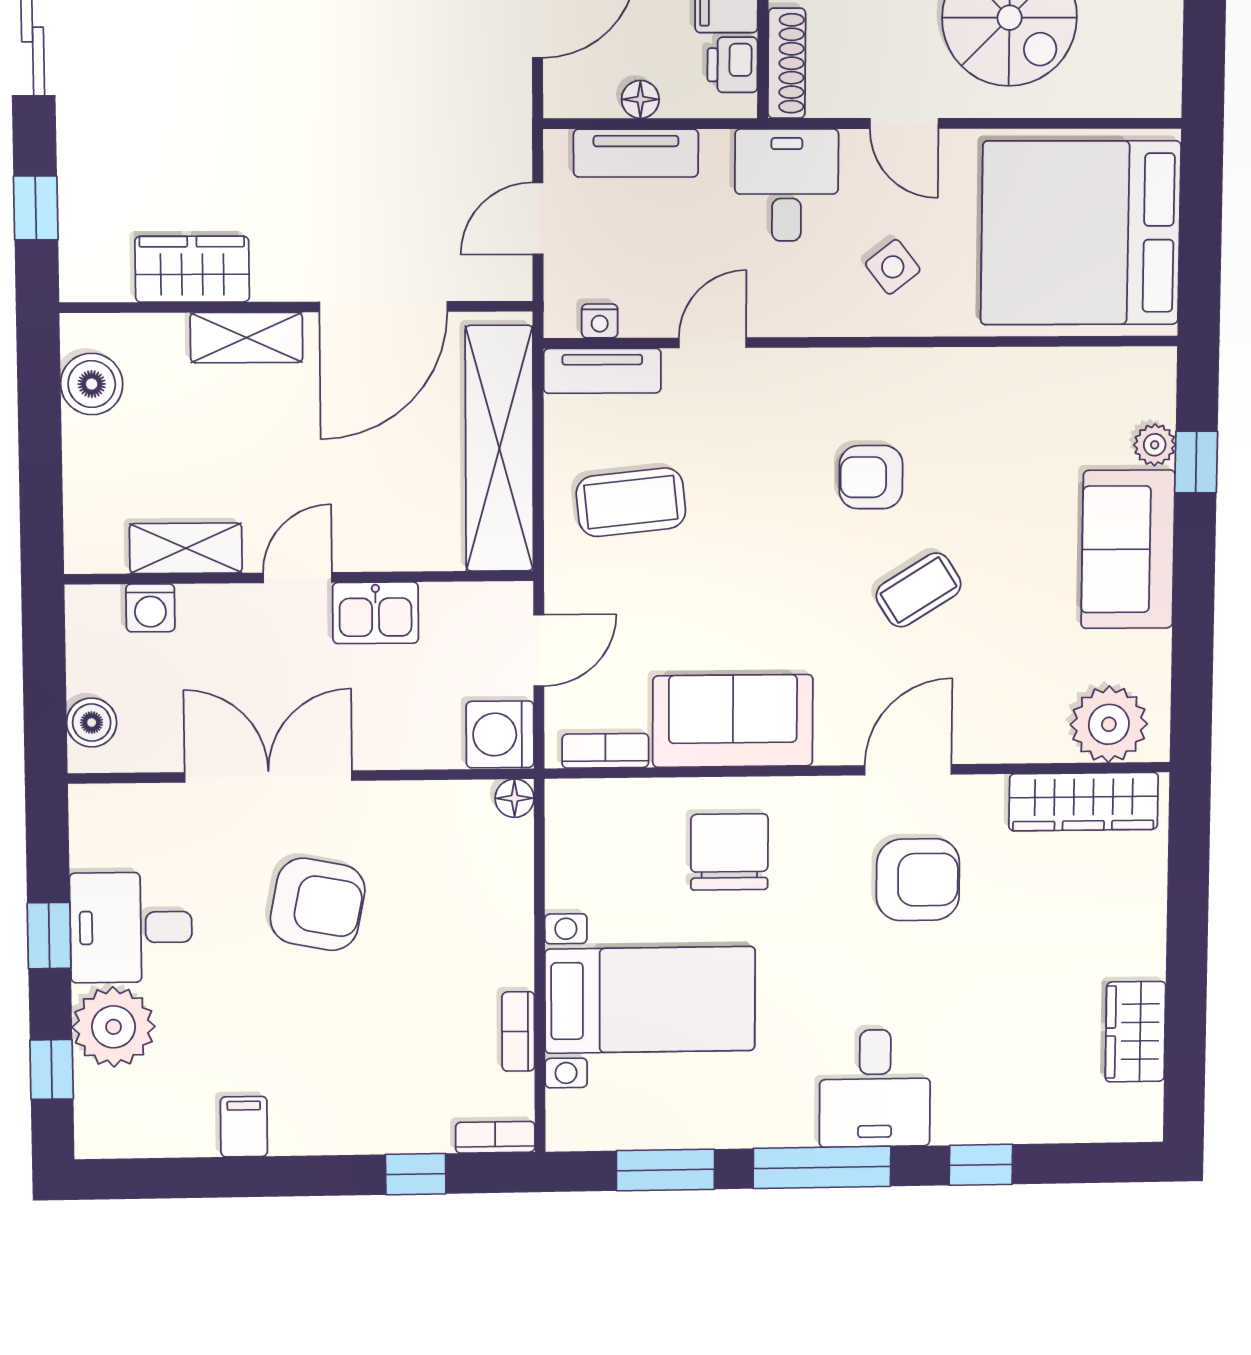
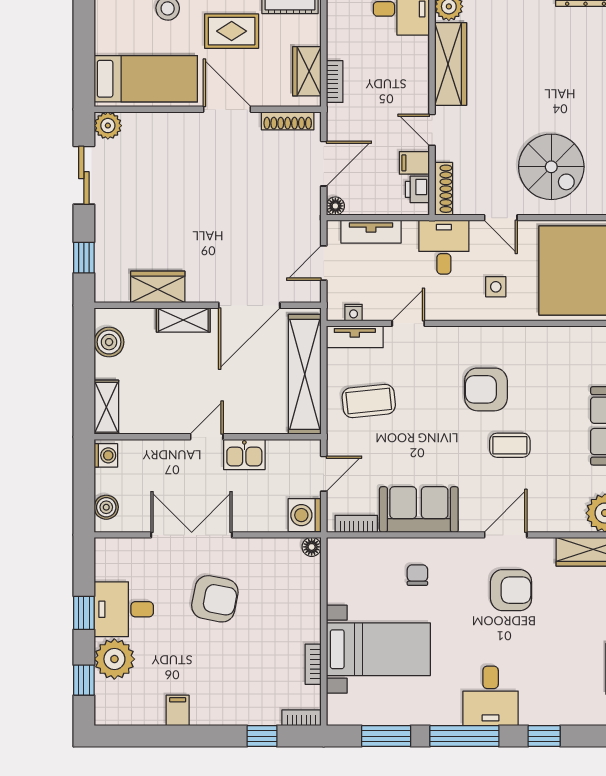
floor lamp: (640, 99) -> (335, 206), moved
side table: (893, 267) -> (496, 287), turned 38
armchair: (871, 477) -> (486, 389), width x1.38, depth x1.38
shelving: (186, 548) -> (106, 407), moved, turned 90
coffee table: (919, 590) -> (510, 445), turned 32
washing machine: (150, 608) -> (106, 455), moved, turned -90
chair: (729, 852) -> (417, 575), width x0.54, depth x0.54

